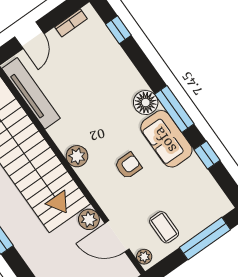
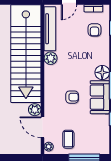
armchair: (94, 51) -> (94, 30), added
plant: (77, 156) -> (51, 58), moved

